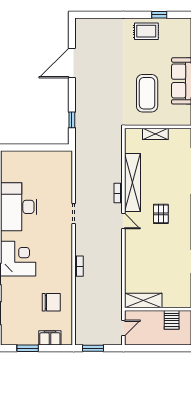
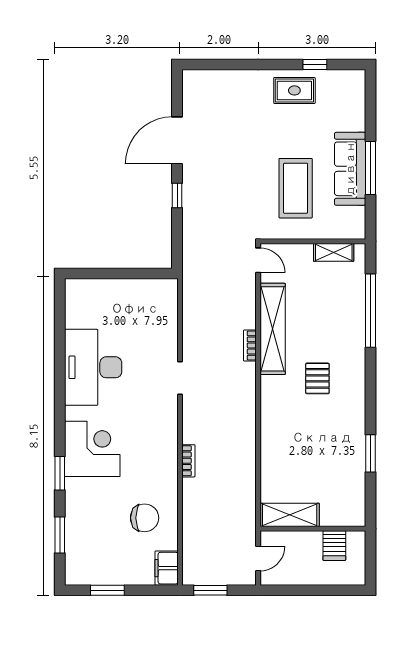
window: (72, 120) -> (177, 196), moved
shelving: (155, 134) -> (334, 252), moved
door: (123, 221) -> (258, 260), moved
filing cabinet: (50, 338) -> (167, 568), moved, turned -90

